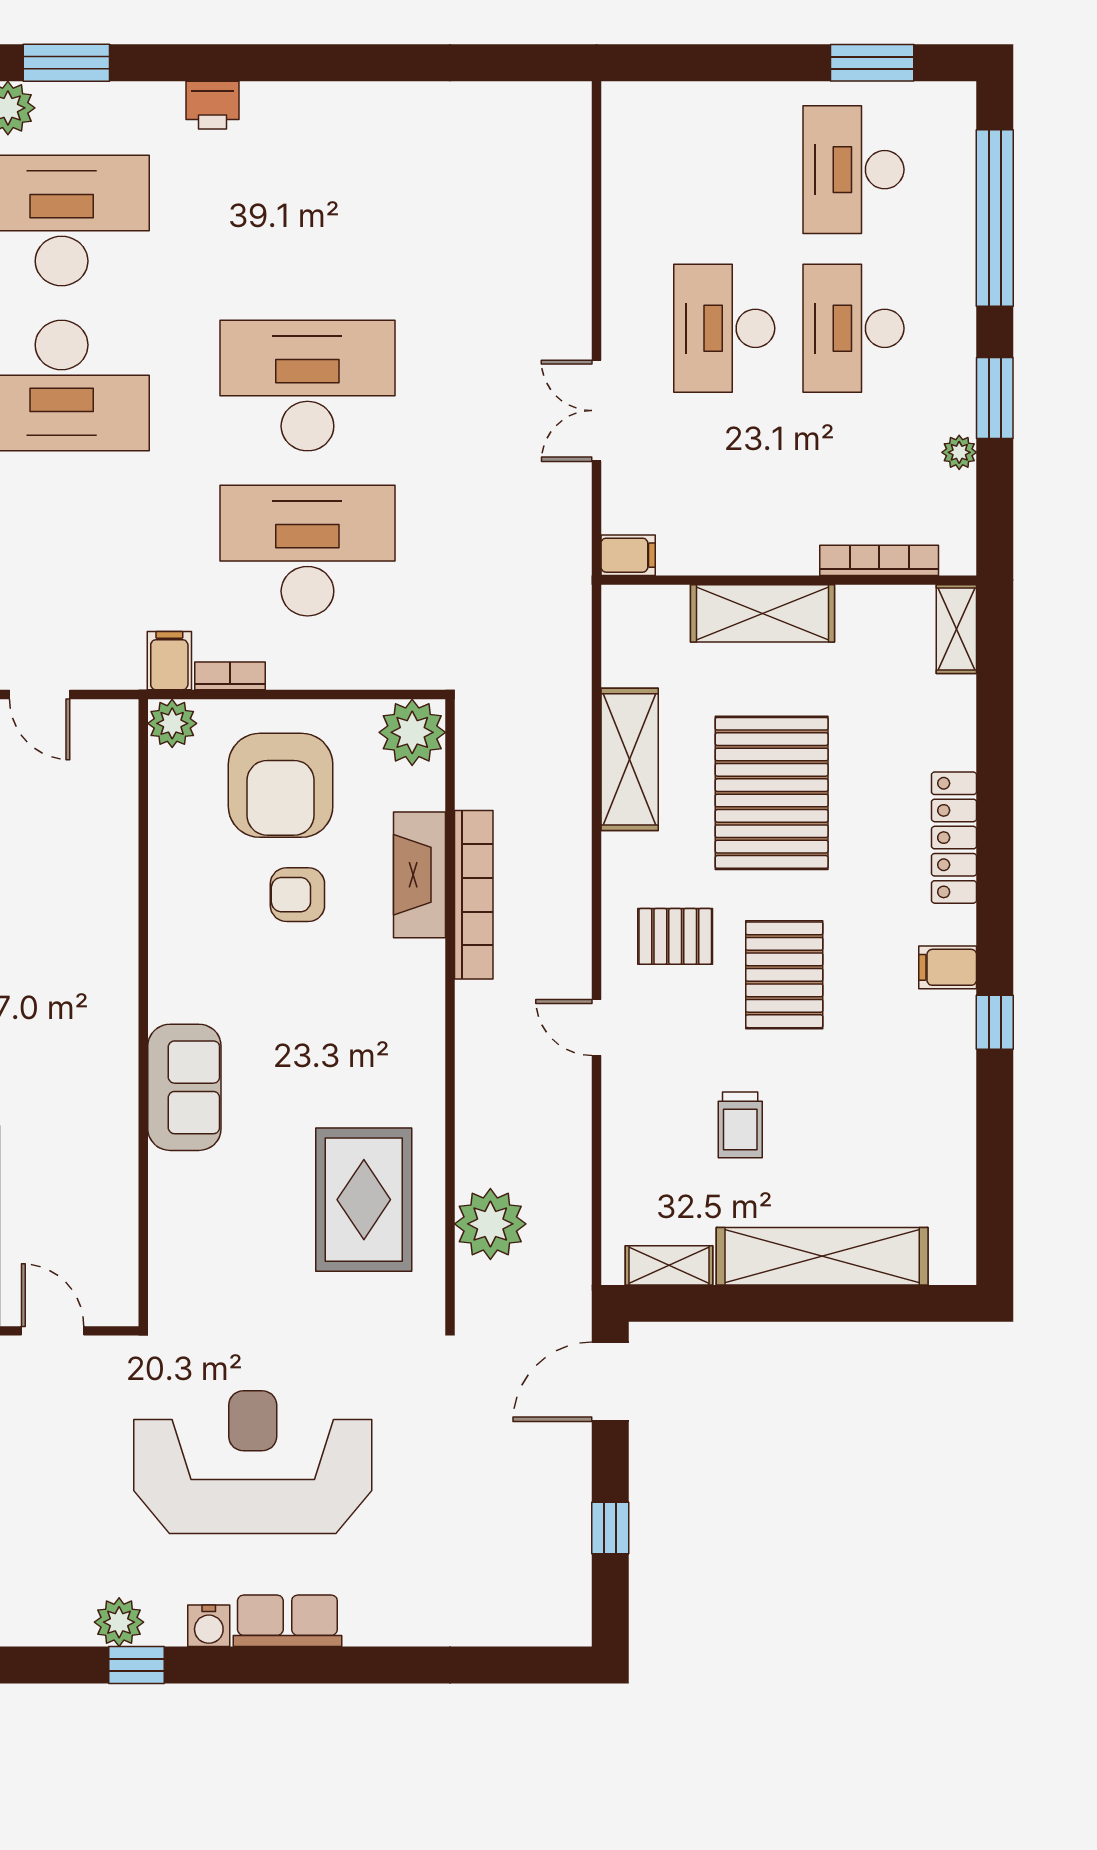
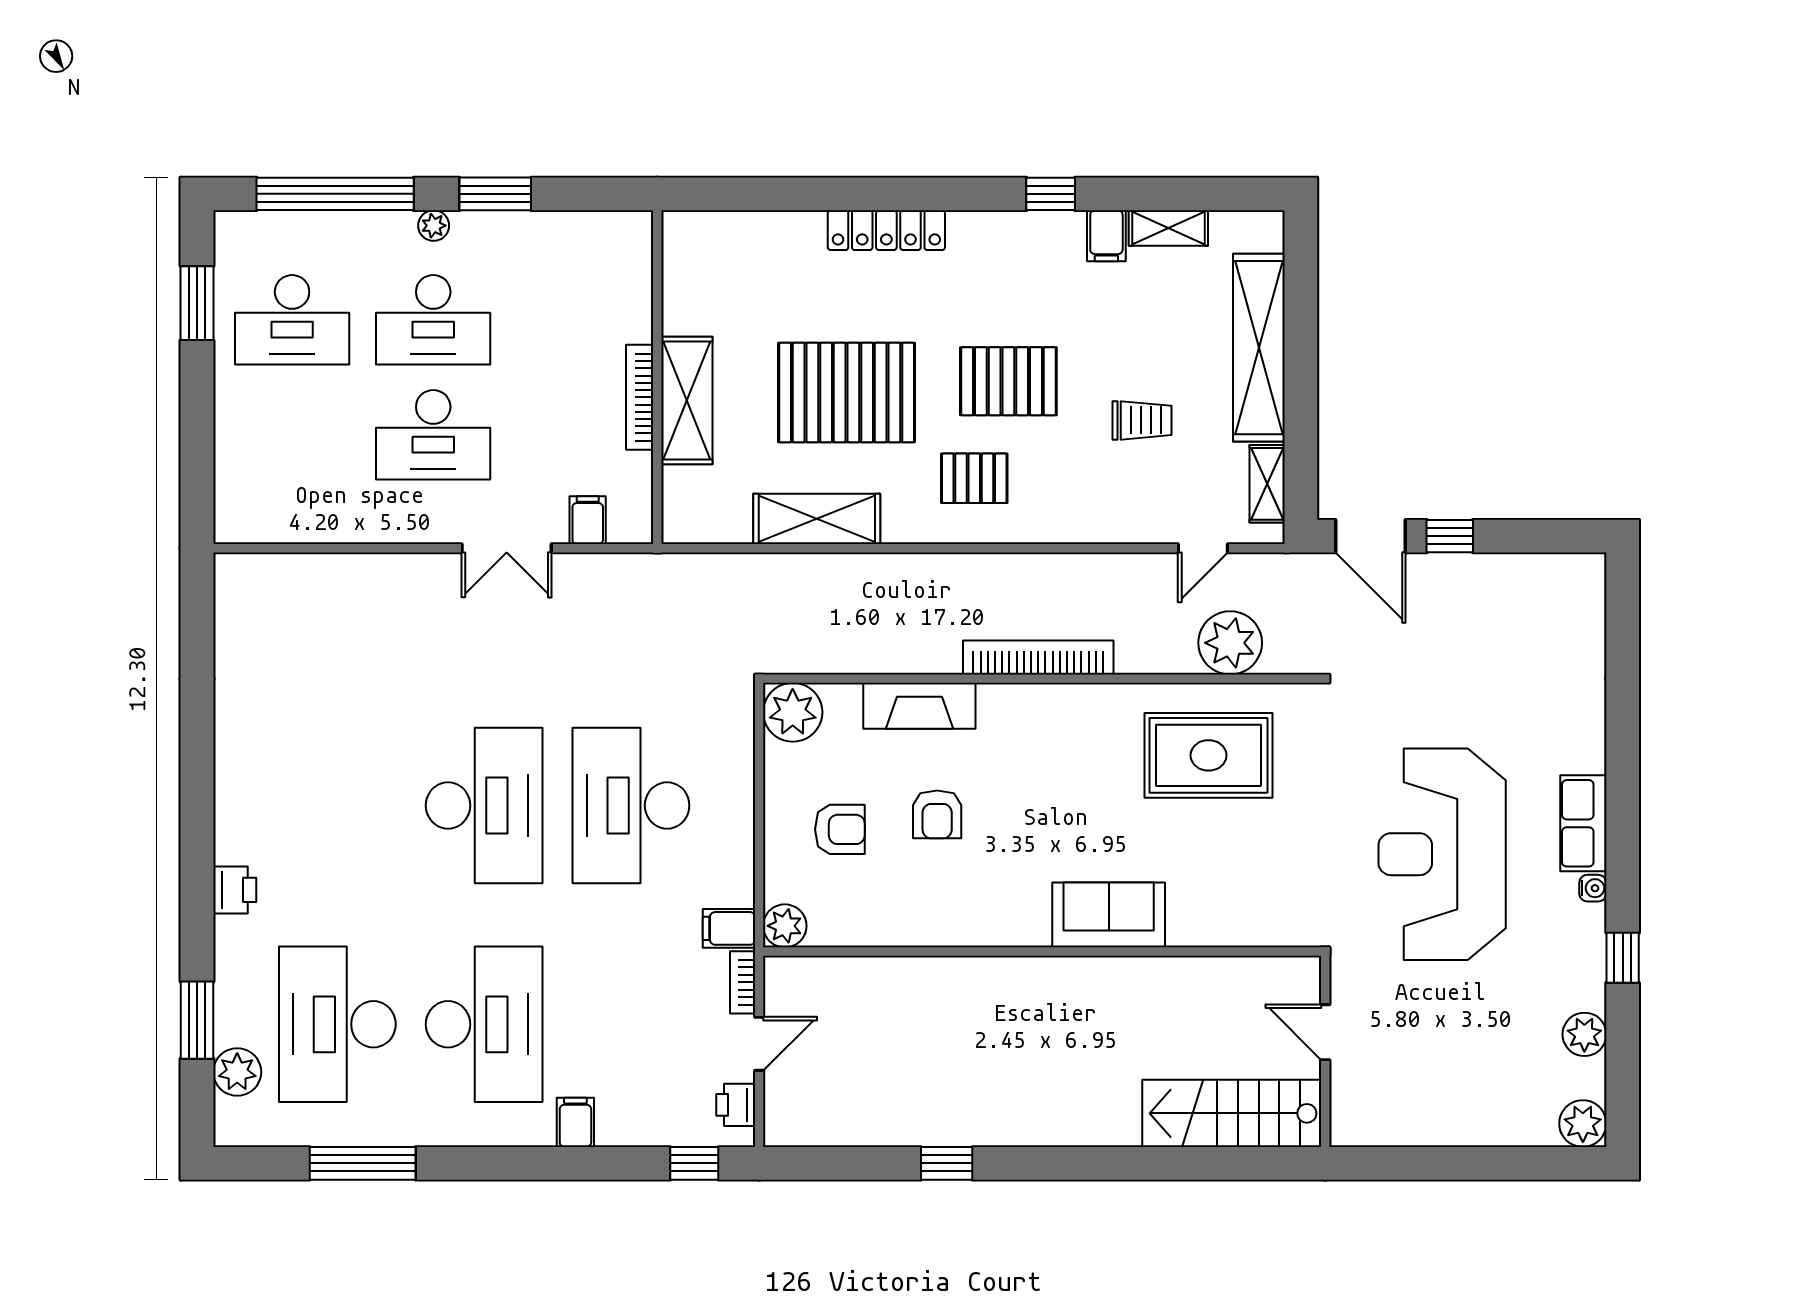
desk: (307, 386) -> (484, 805), turned 180
plant: (959, 452) -> (434, 226), moved
filing cabinet: (628, 555) -> (588, 520), moved
bookcase: (879, 560) -> (640, 397), moved
shelving: (956, 629) -> (1168, 228), moved
bookcase: (230, 676) -> (743, 982), moved
armchair: (281, 785) -> (840, 829), width x0.53, depth x0.53
bookcase: (474, 895) -> (1038, 658), moved
pallet: (675, 936) -> (974, 478), turned 90
filing cabinet: (948, 967) -> (1106, 236), moved
door: (597, 1027) -> (1203, 548), moved
door: (53, 1331) -> (1325, 1032), hinge flipped
window: (610, 1528) -> (1450, 536), moved
plant: (119, 1622) -> (1584, 1034), moved
water cooler: (209, 1626) -> (1593, 888), width x0.72, depth x0.72

